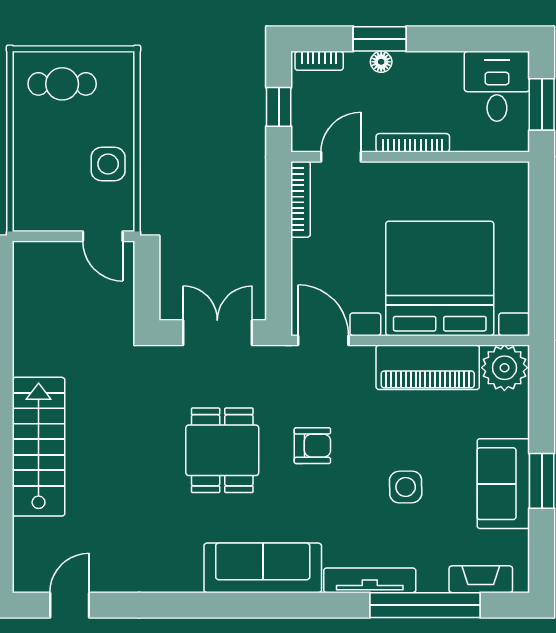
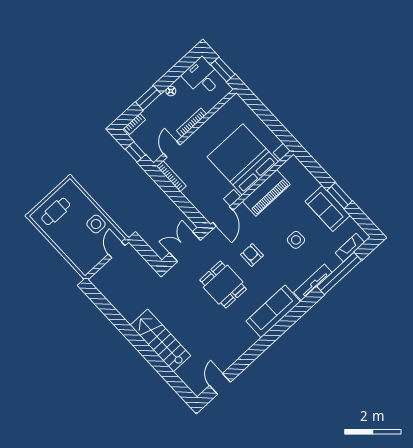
floor lamp: (381, 62) -> (171, 91), moved
door: (103, 236) -> (117, 250), swing flipped
door: (323, 340) -> (223, 216), swing flipped
plant: (504, 368) -> (292, 169), removed
armchair: (312, 446) -> (252, 255), turned -90

